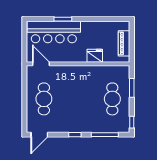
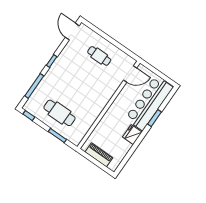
fridge: (95, 56) -> (132, 135), moved, turned 180
cafe table: (44, 99) -> (99, 56), width x0.73, depth x0.74

